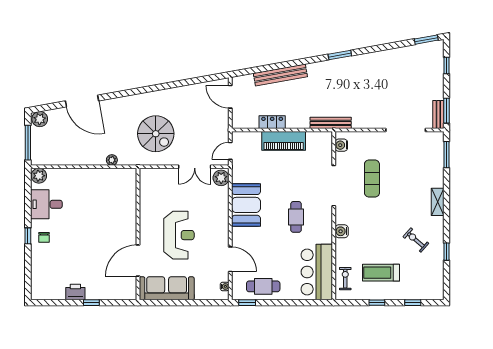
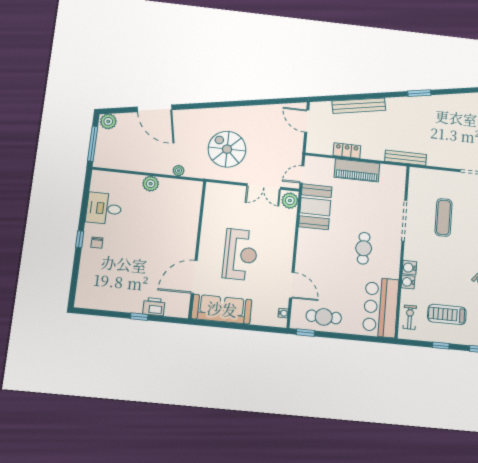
spiral stairs: (156, 134) -> (227, 149), turned 180
water cooler: (341, 145) -> (408, 282), moved
plant: (39, 176) -> (151, 184), moved
booth: (246, 205) -> (315, 207), moved
printer: (75, 292) -> (154, 307), moved

